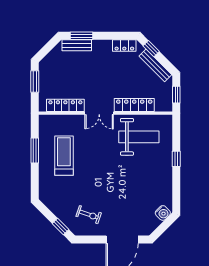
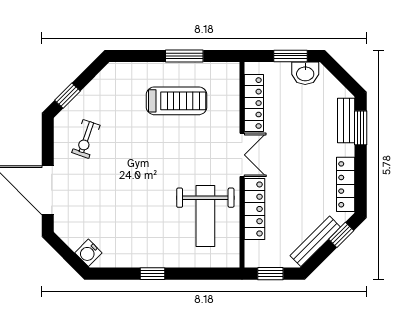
locker: (124, 46) -> (346, 184), width x1.53
washbasin: (46, 72) -> (305, 73), added
double door: (99, 113) -> (242, 155), swing flipped
window: (176, 159) -> (153, 274), moved

